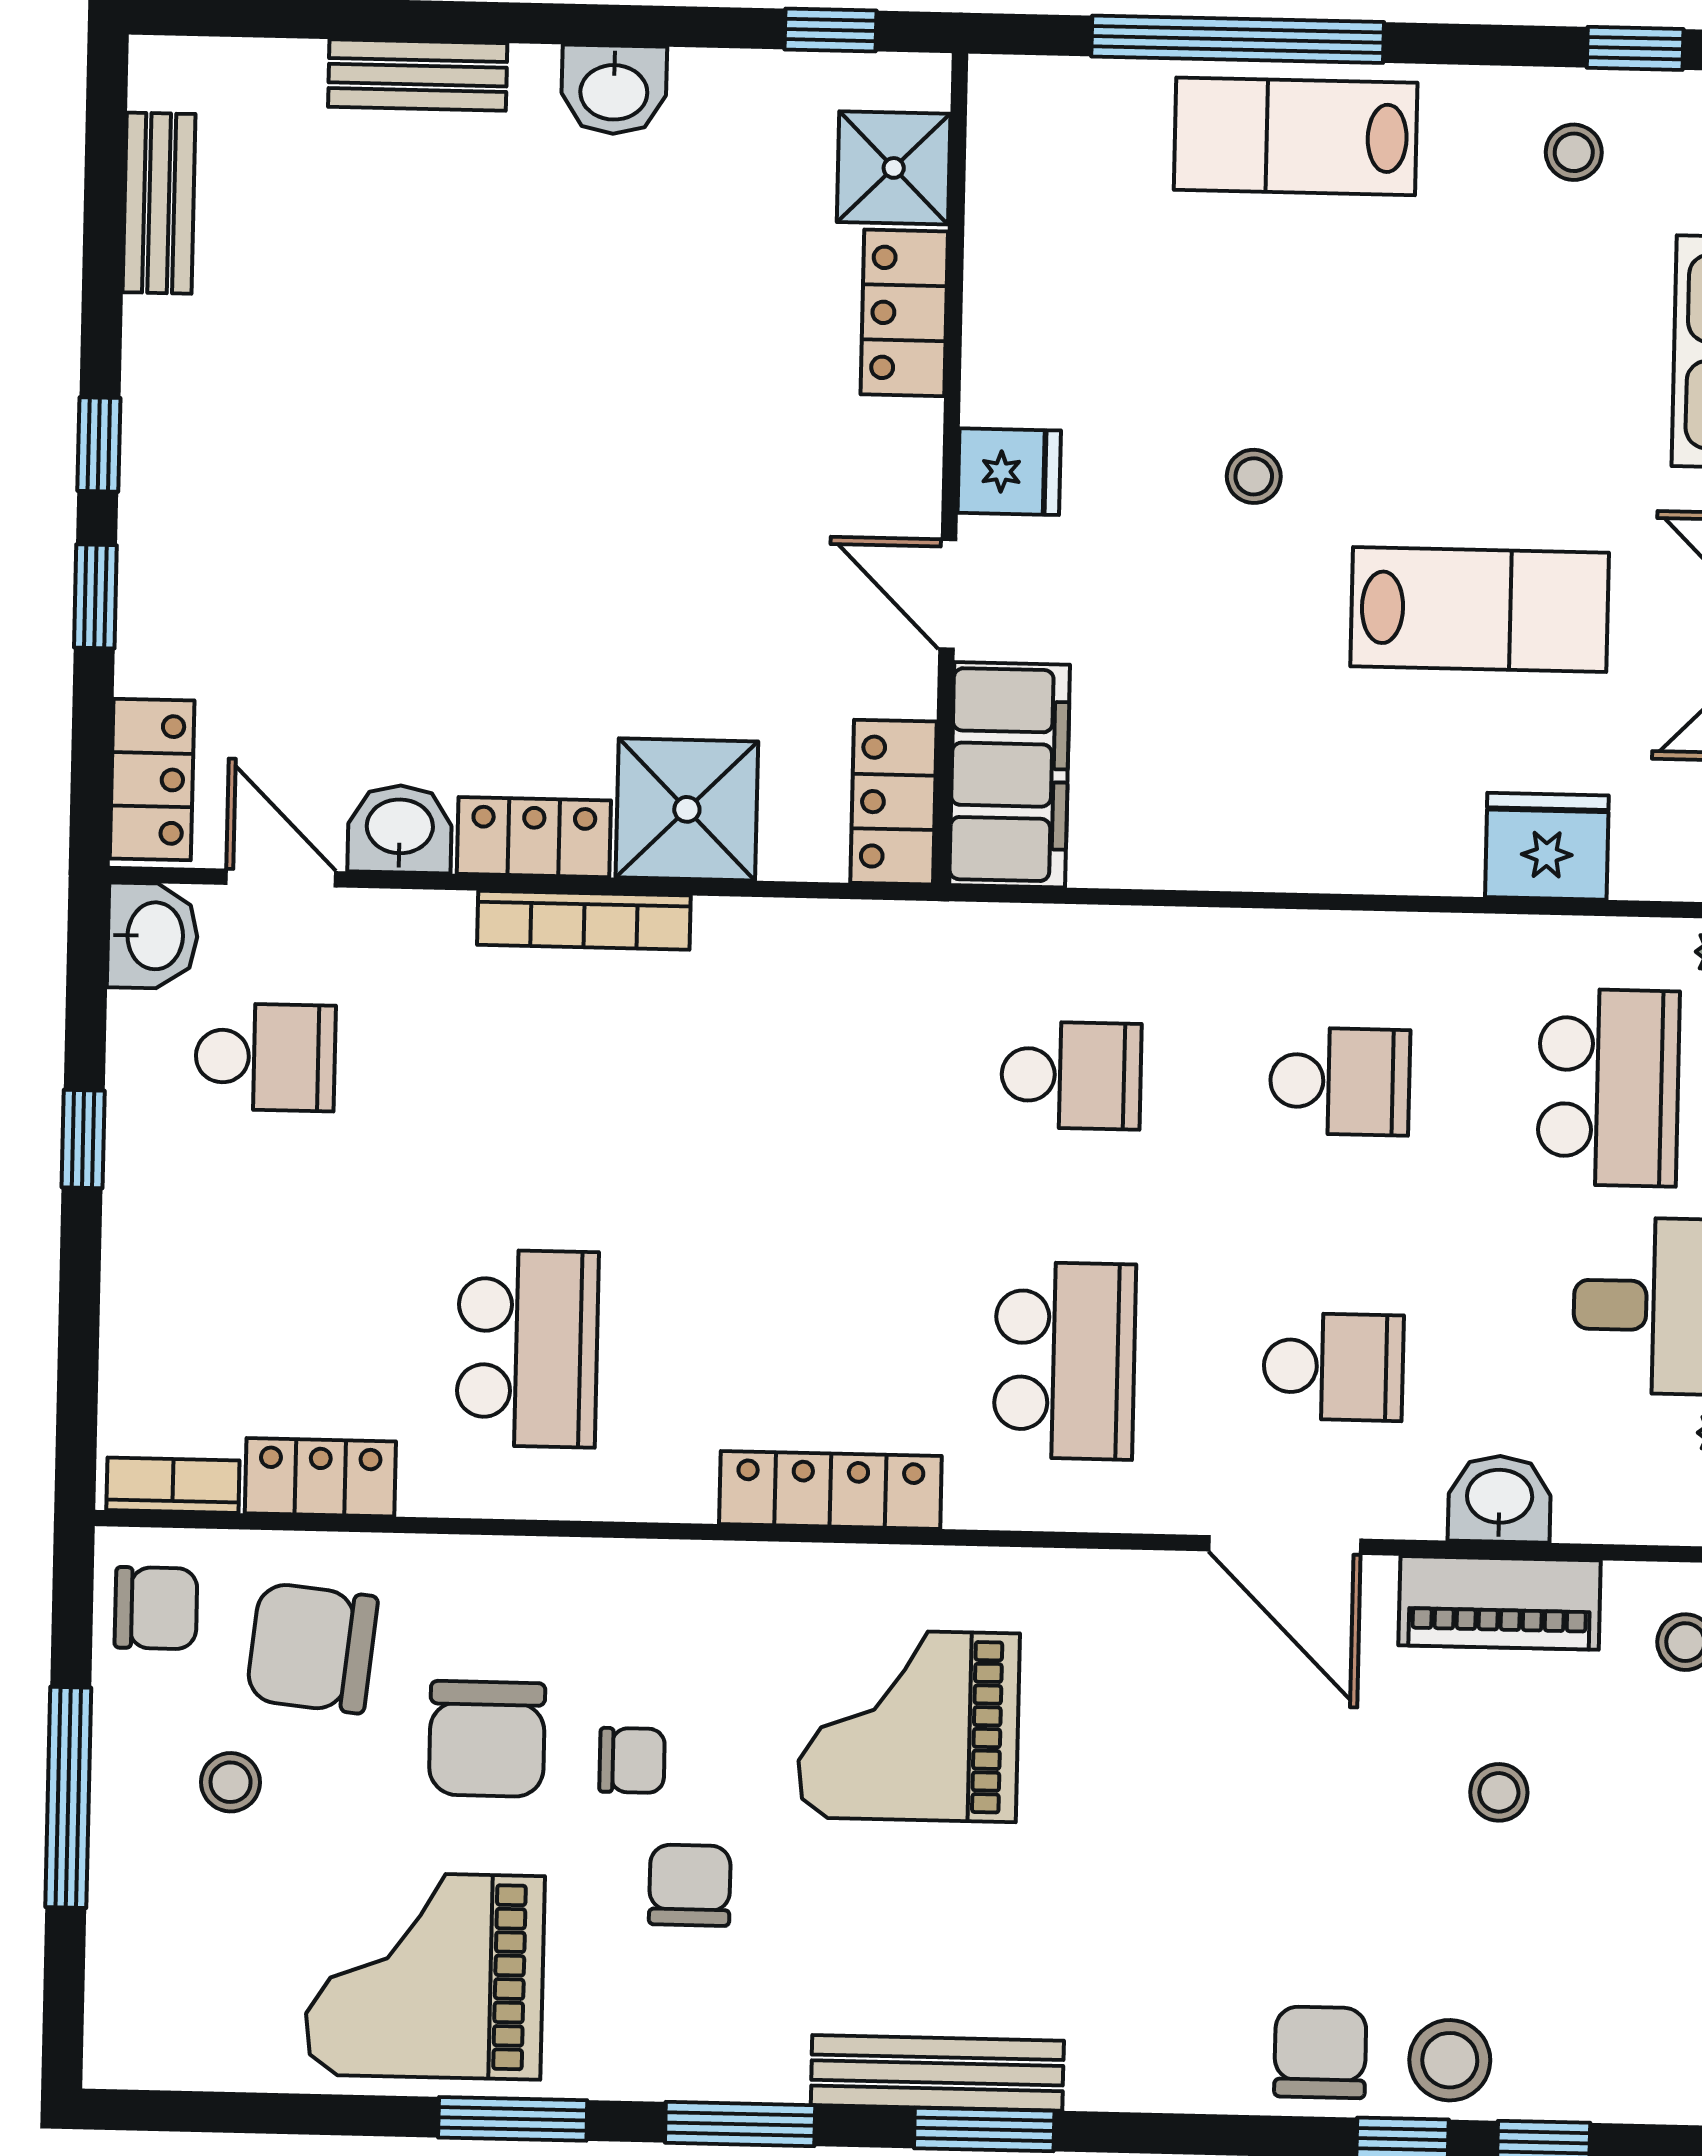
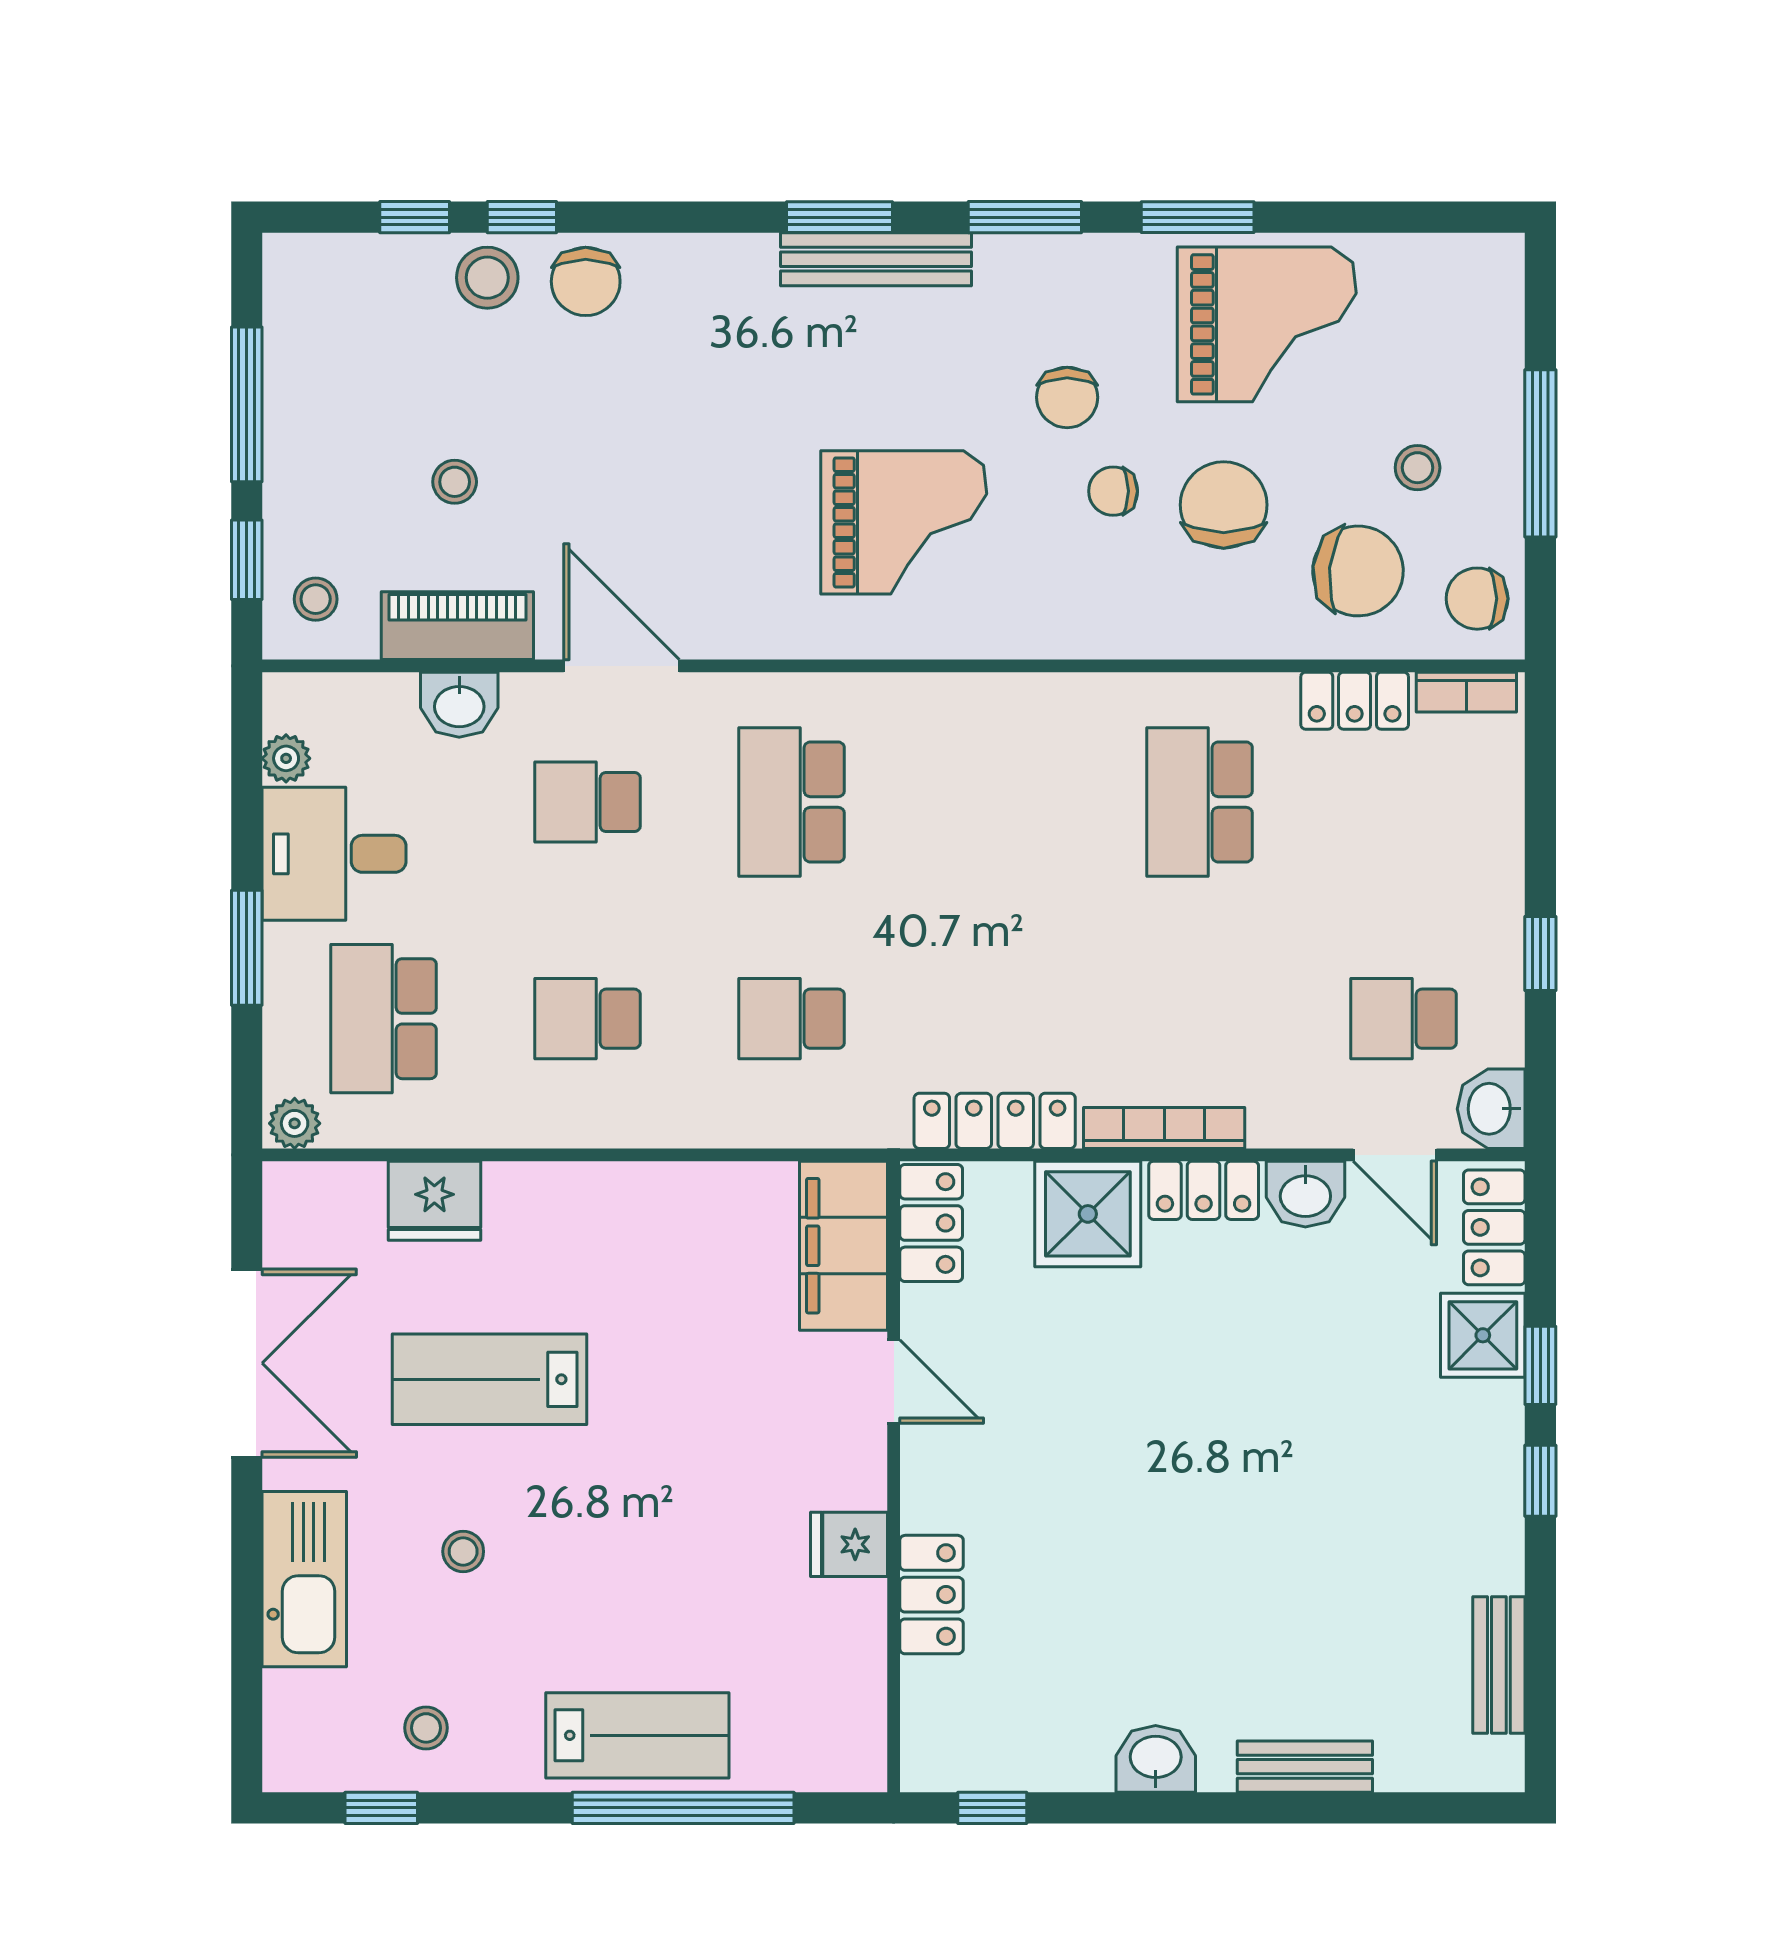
shower: (894, 168) -> (1483, 1335), moved
fridge: (1009, 472) -> (849, 1544), moved
stool: (1254, 476) -> (463, 1551), moved
locker: (830, 1490) -> (995, 1121), moved, turned 180

